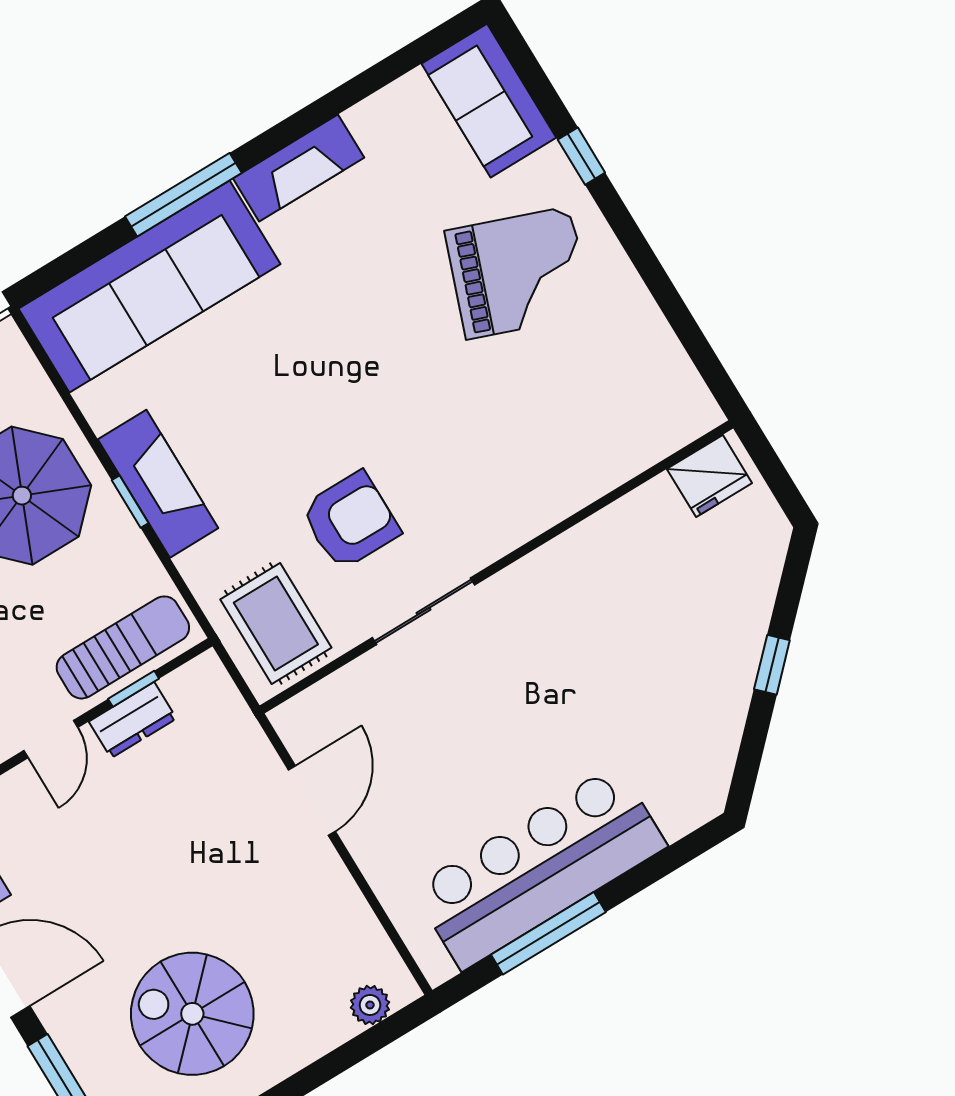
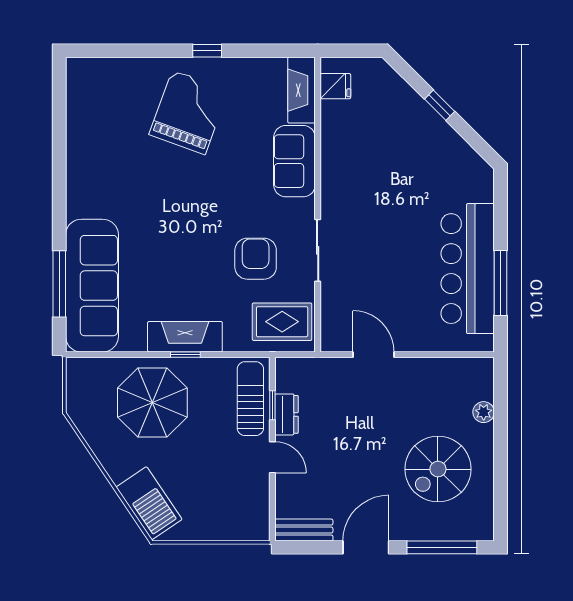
sofa: (489, 101) -> (294, 161), moved, turned 90
window: (581, 156) -> (207, 51), moved
fireplace: (299, 168) -> (302, 90), moved, turned 180
window: (183, 195) -> (59, 284), moved
fridge: (709, 476) -> (335, 86), width x0.72
plant: (370, 1005) -> (484, 412), moved

